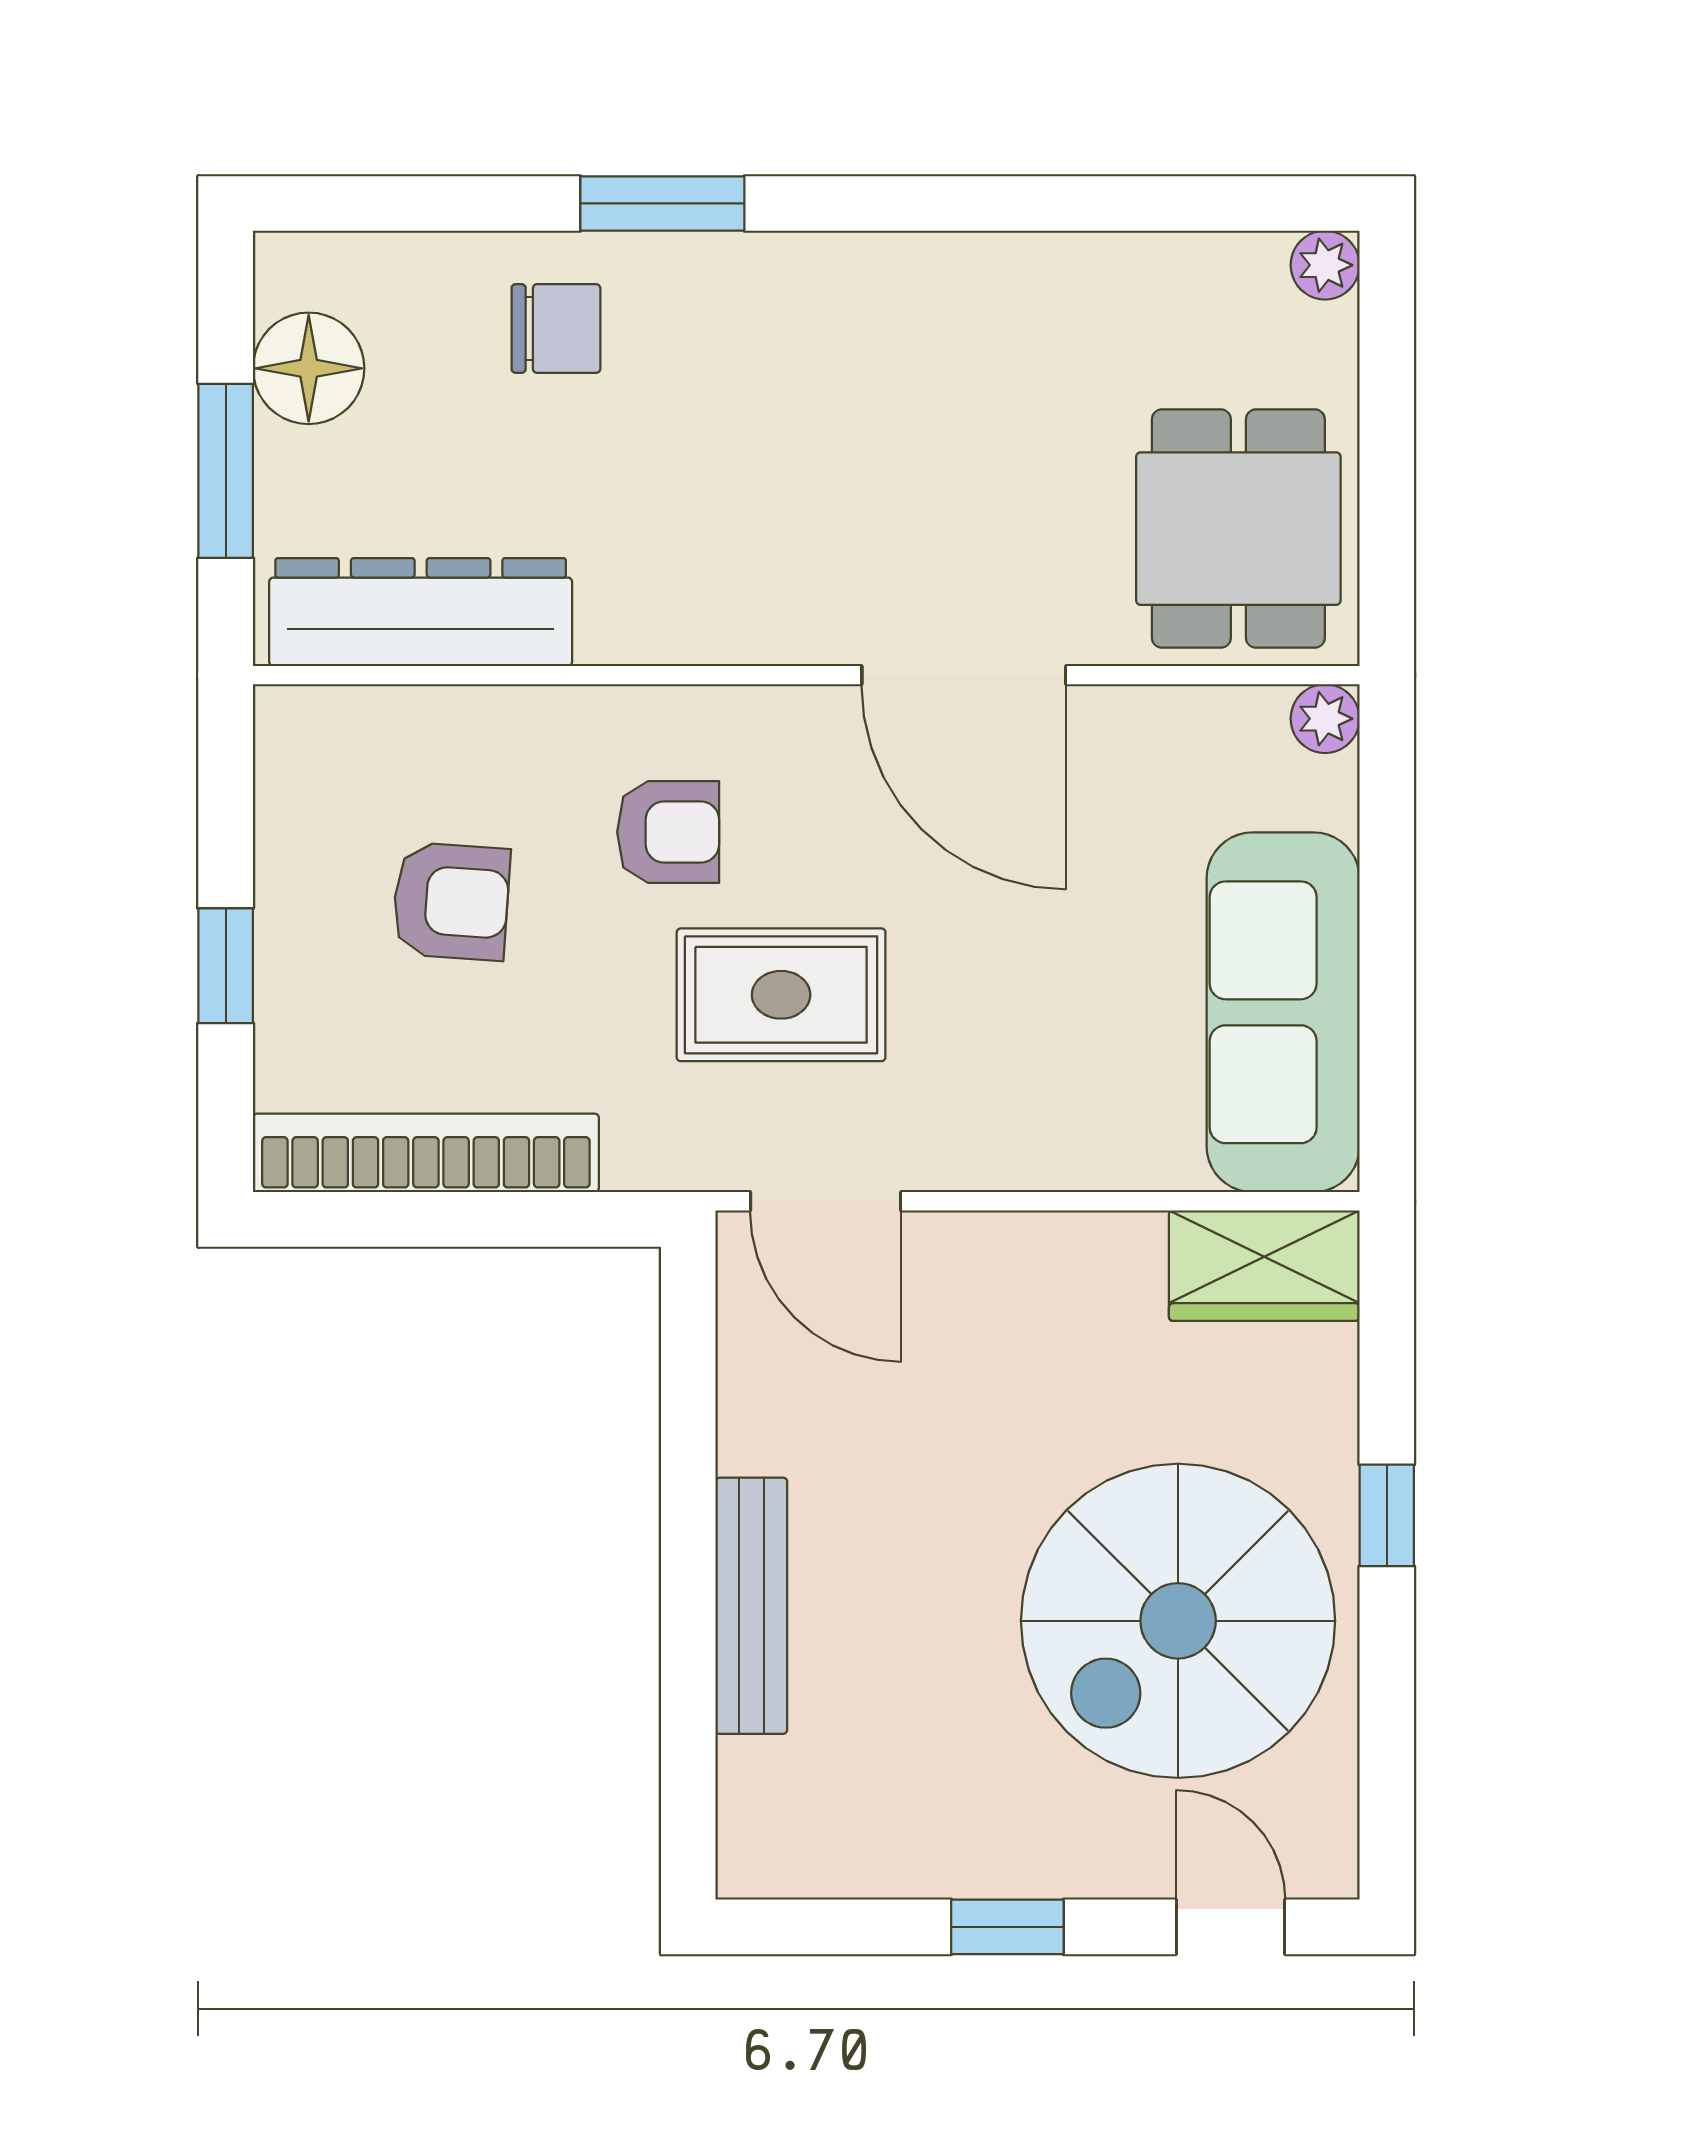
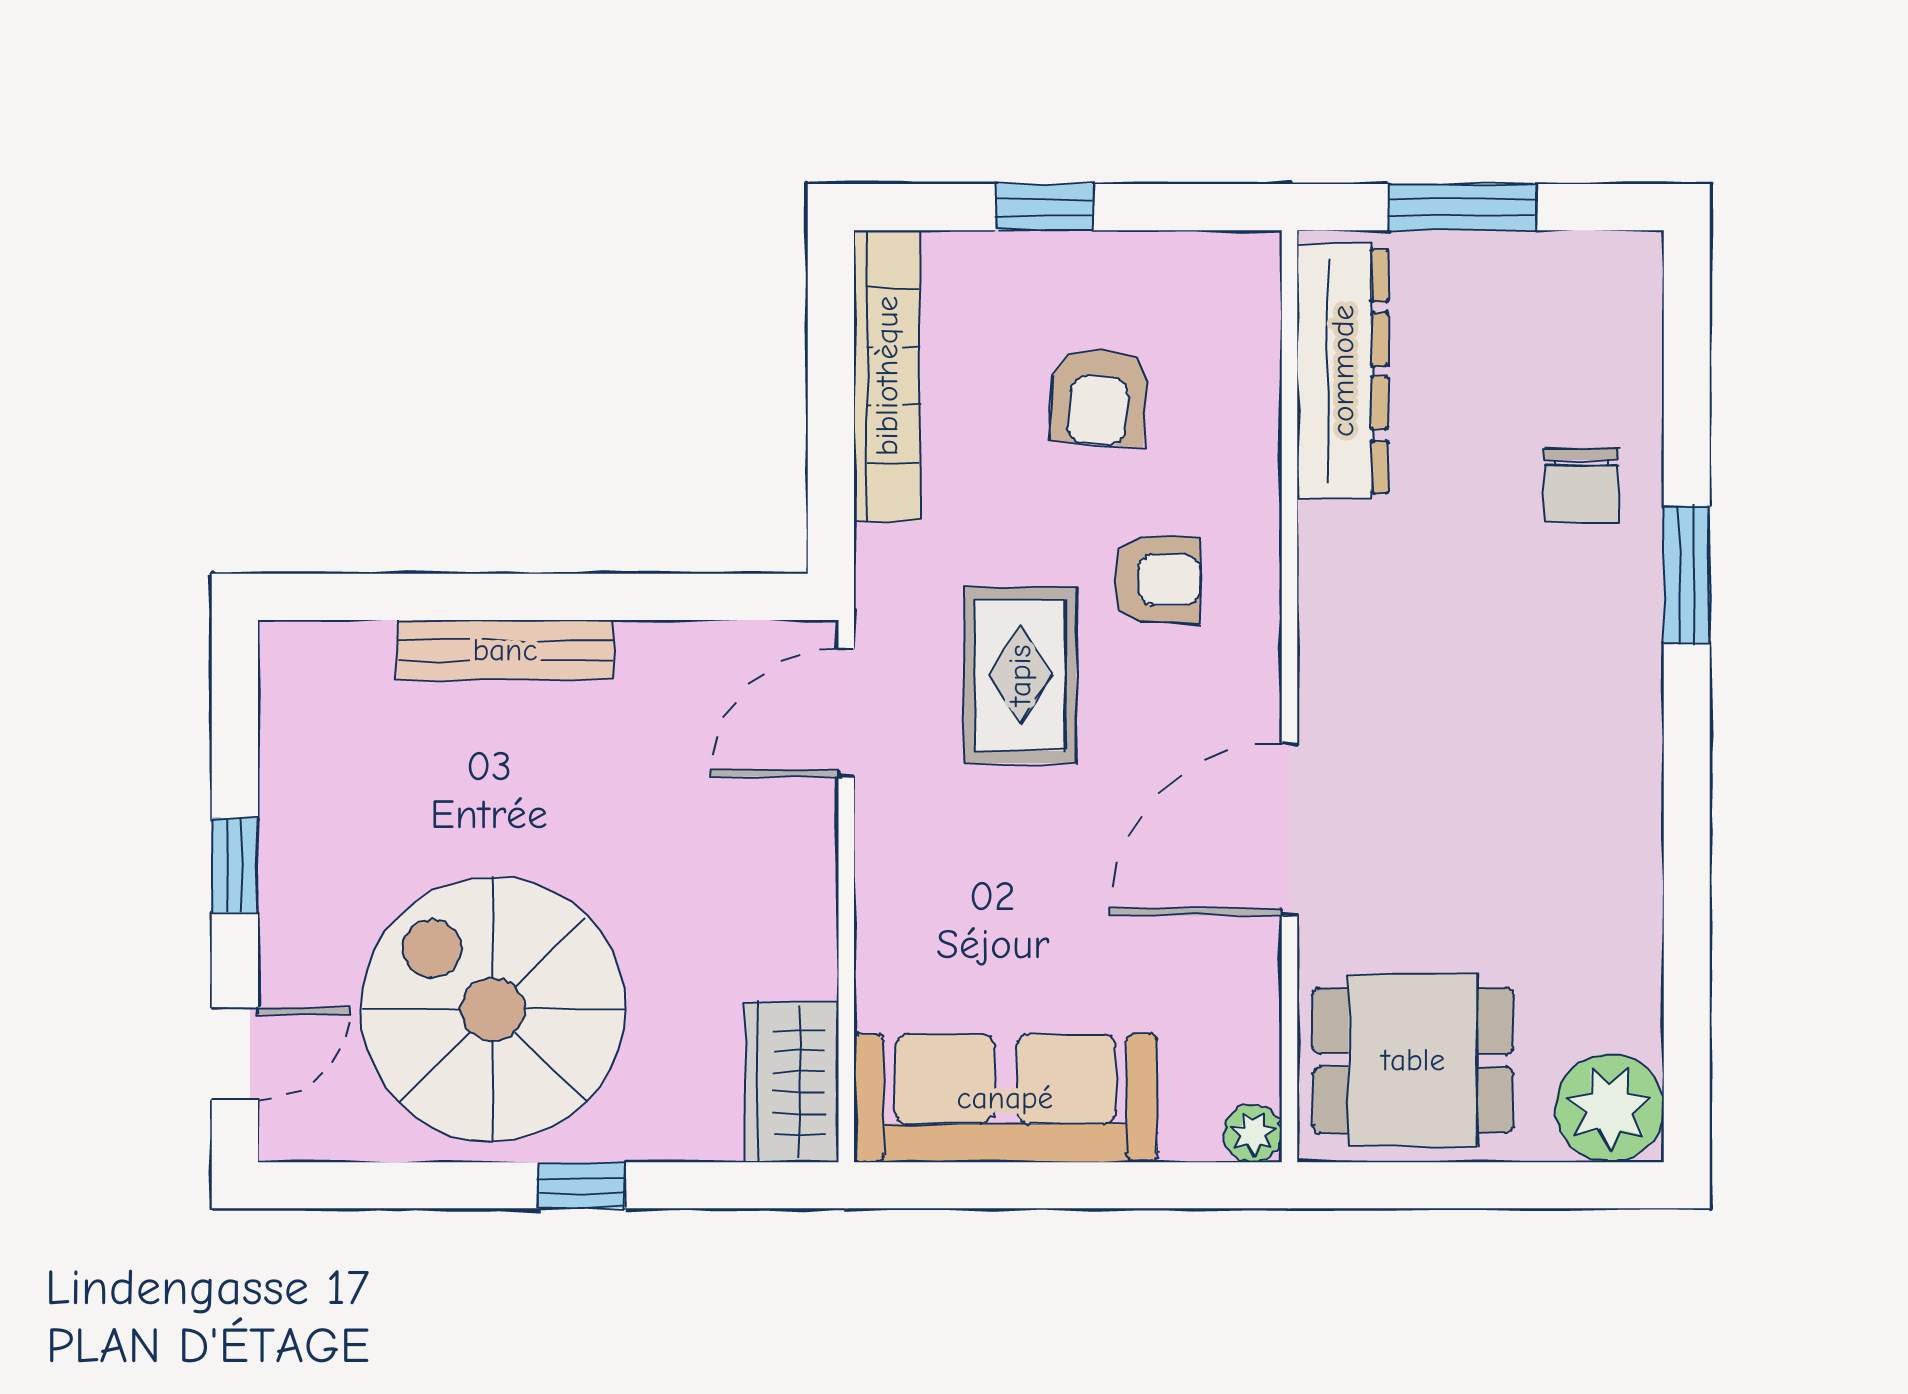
plant: (1325, 265) -> (1609, 1108), width x1.88, depth x1.88
floor lamp: (309, 368) -> (1548, 277), removed
armchair: (668, 832) -> (1157, 580), turned -90

